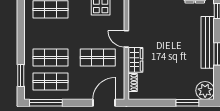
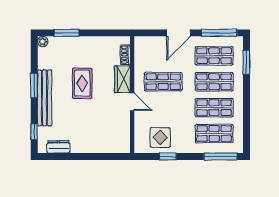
shop shelf: (51, 33) -> (214, 108), added
rug: (173, 56) -> (82, 83), added
plant: (205, 91) -> (43, 41), width x0.53, depth x0.53
door: (104, 103) -> (179, 33), moved

